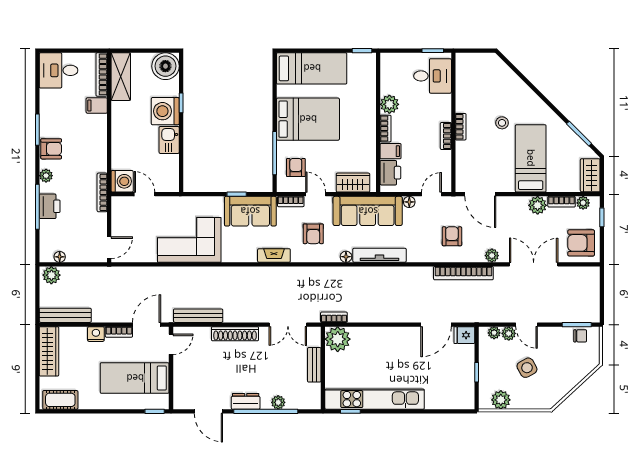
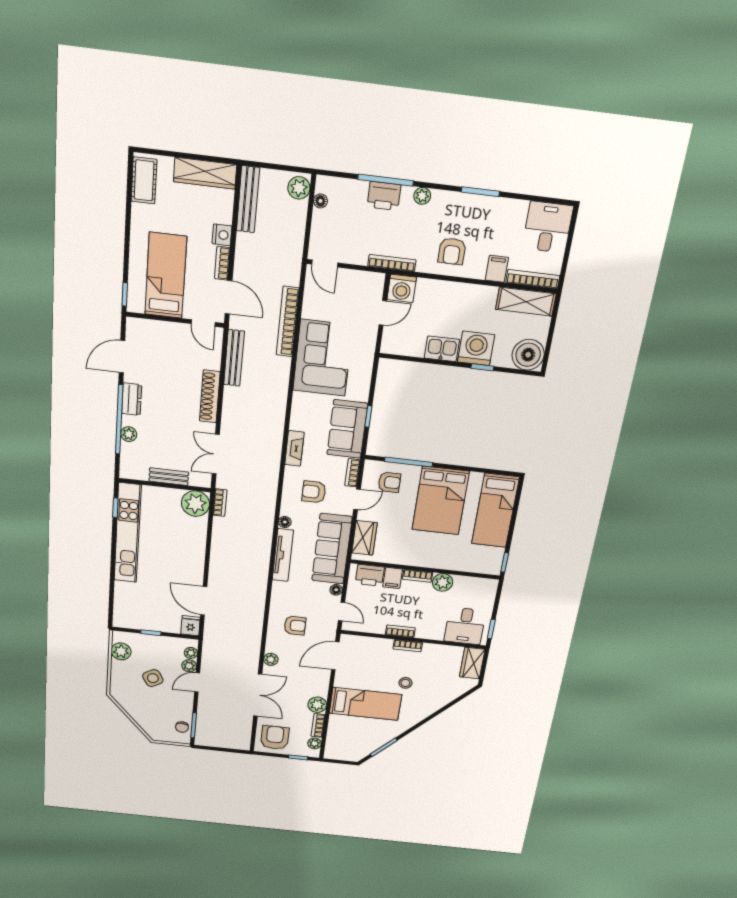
armchair: (51, 149) -> (452, 251), moved
wardrobe: (590, 175) -> (472, 663), moved, turned -90
bookcase: (463, 273) -> (288, 322), moved

